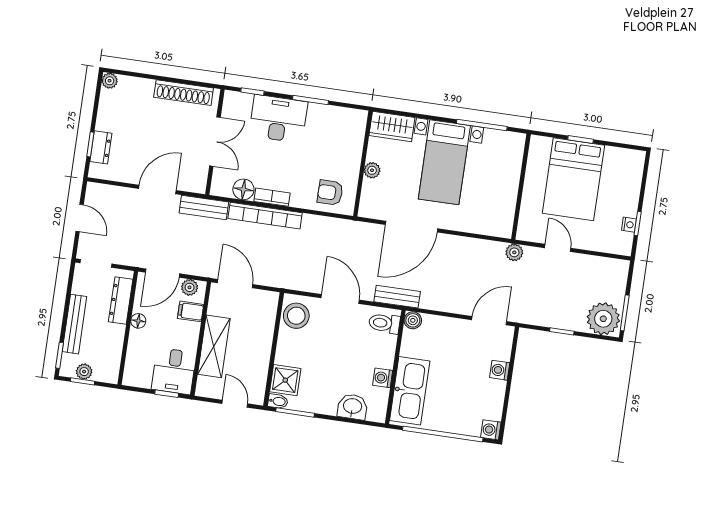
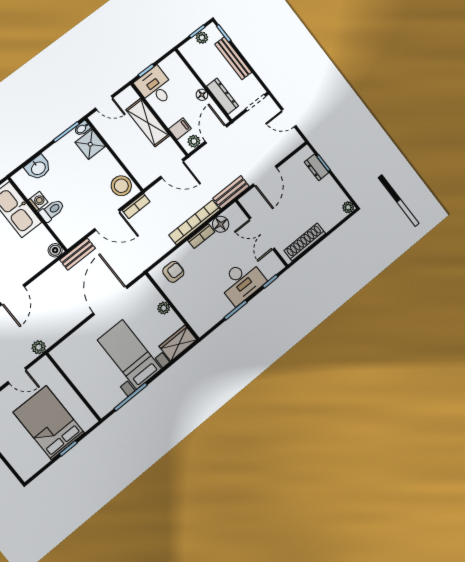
bookcase: (302, 284) -> (136, 206), added
toilet: (384, 323) -> (52, 210), moved

